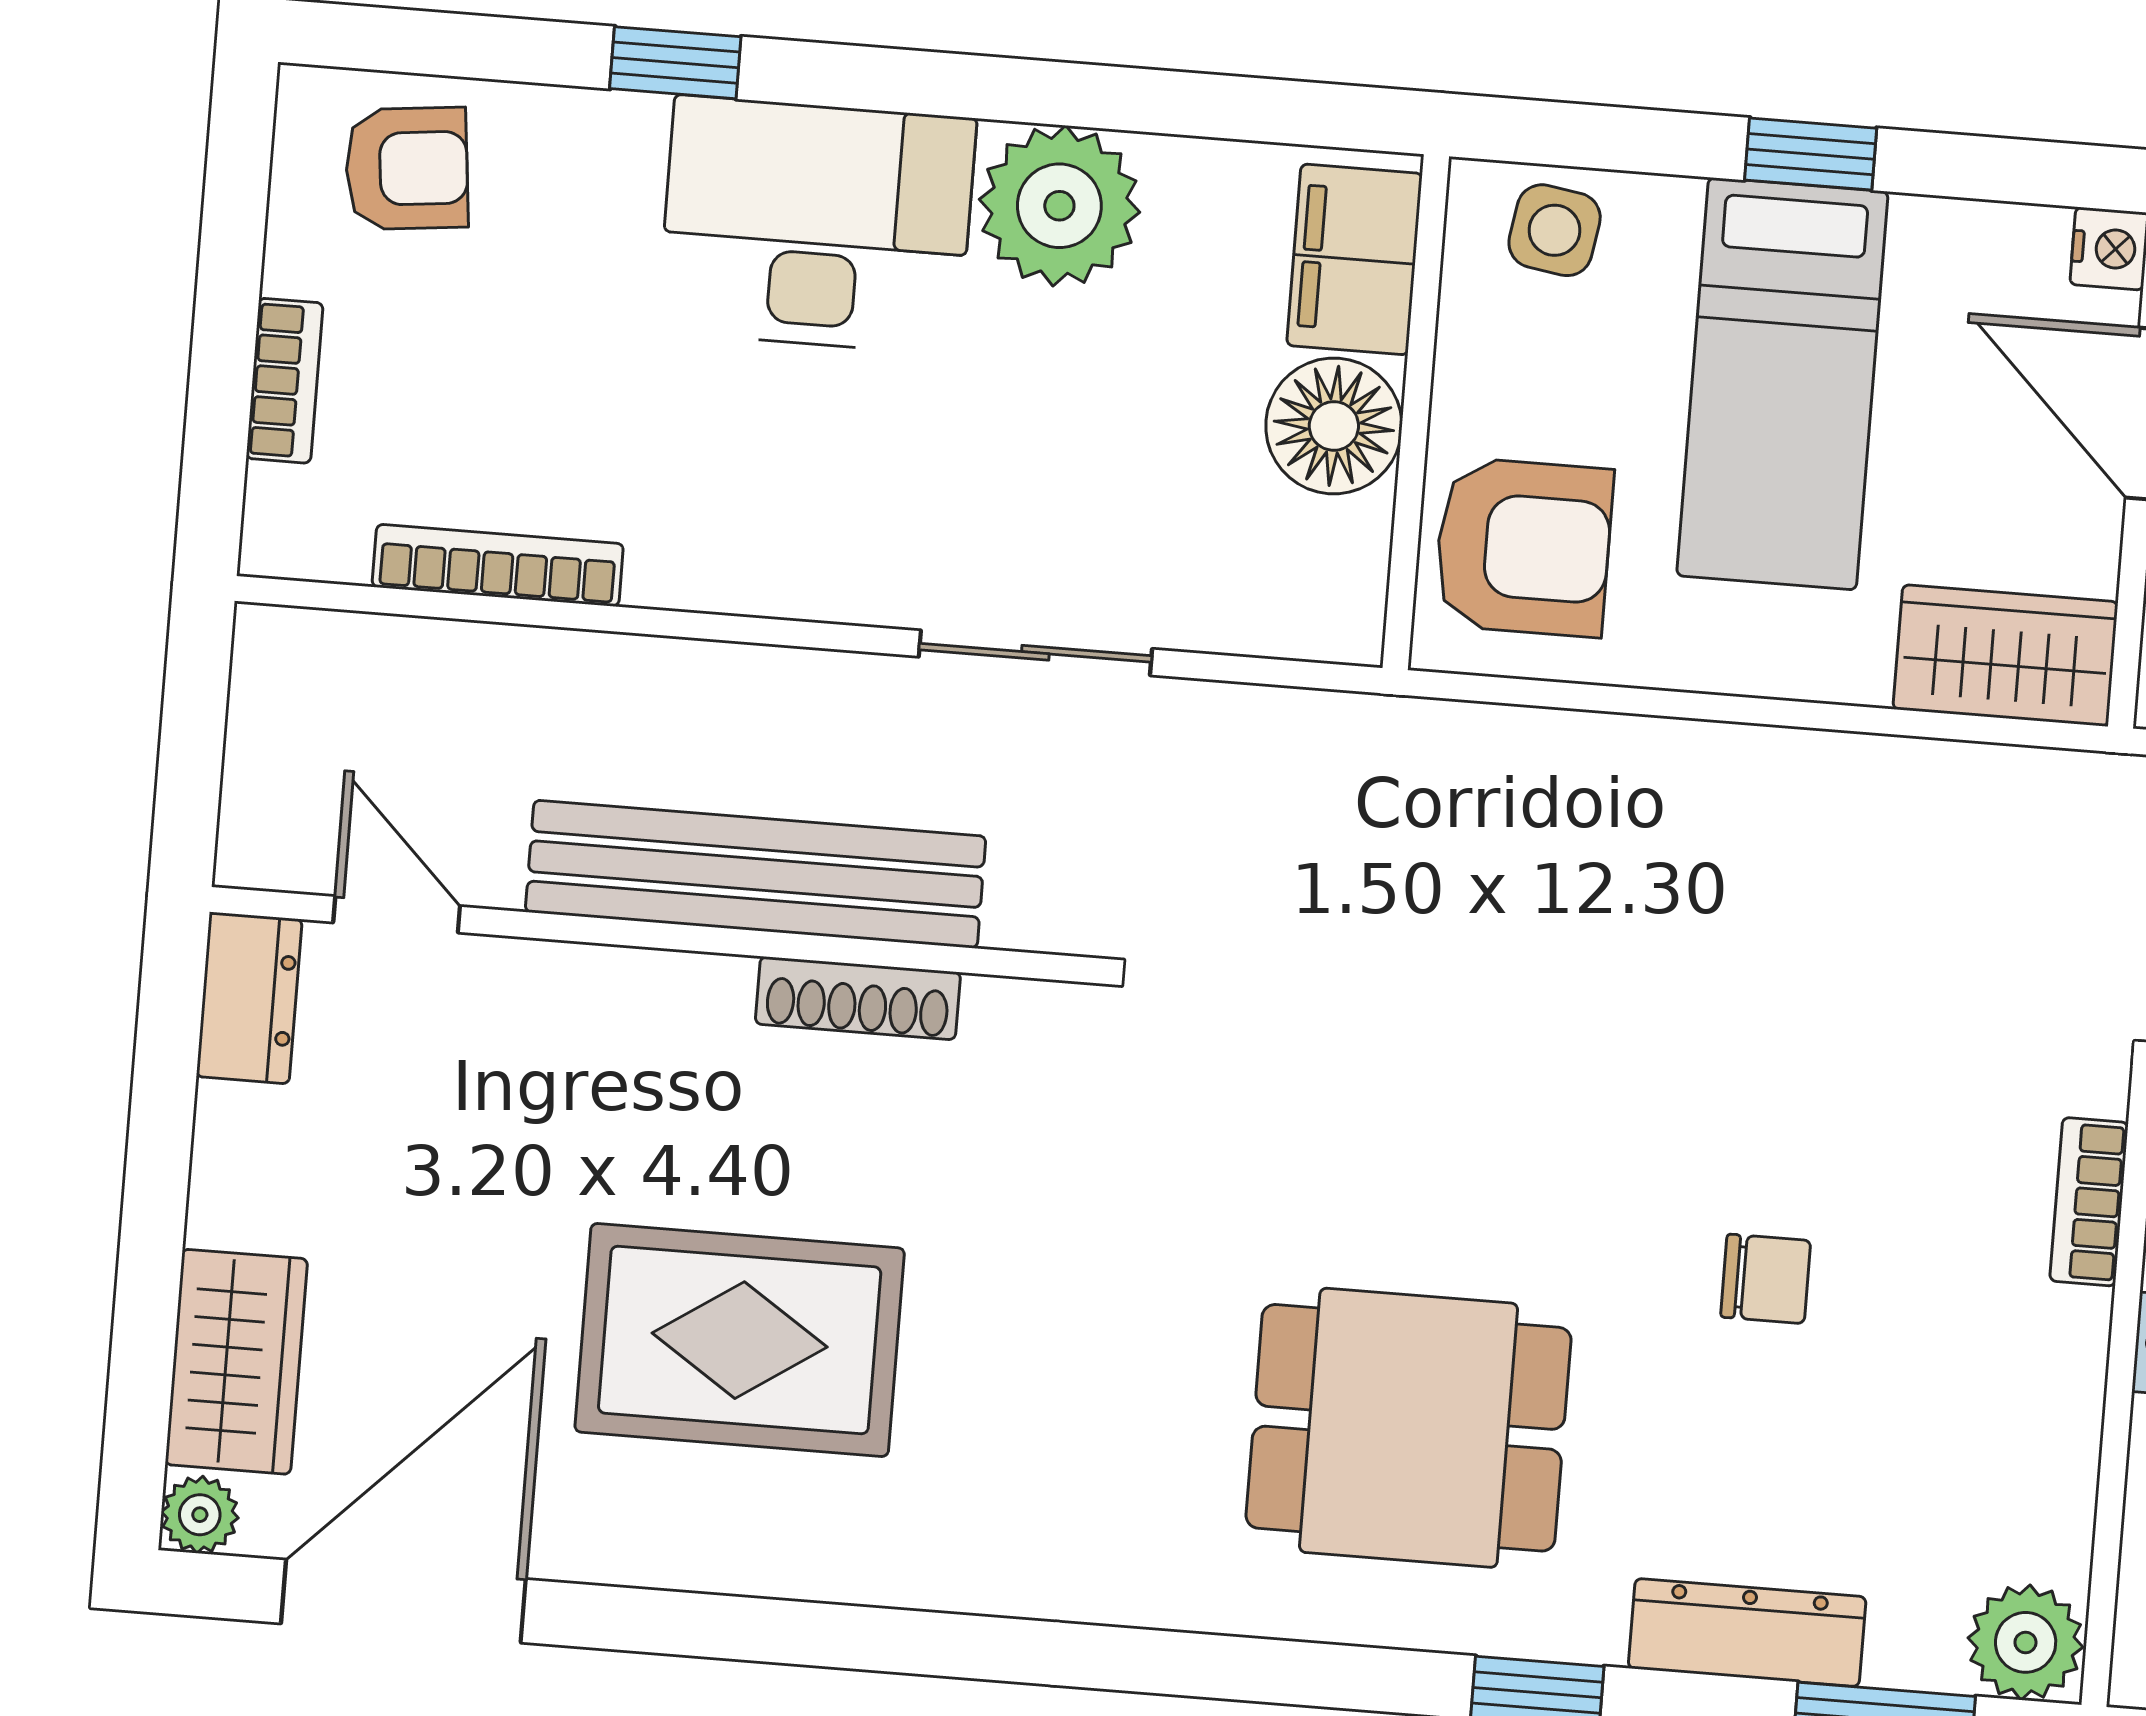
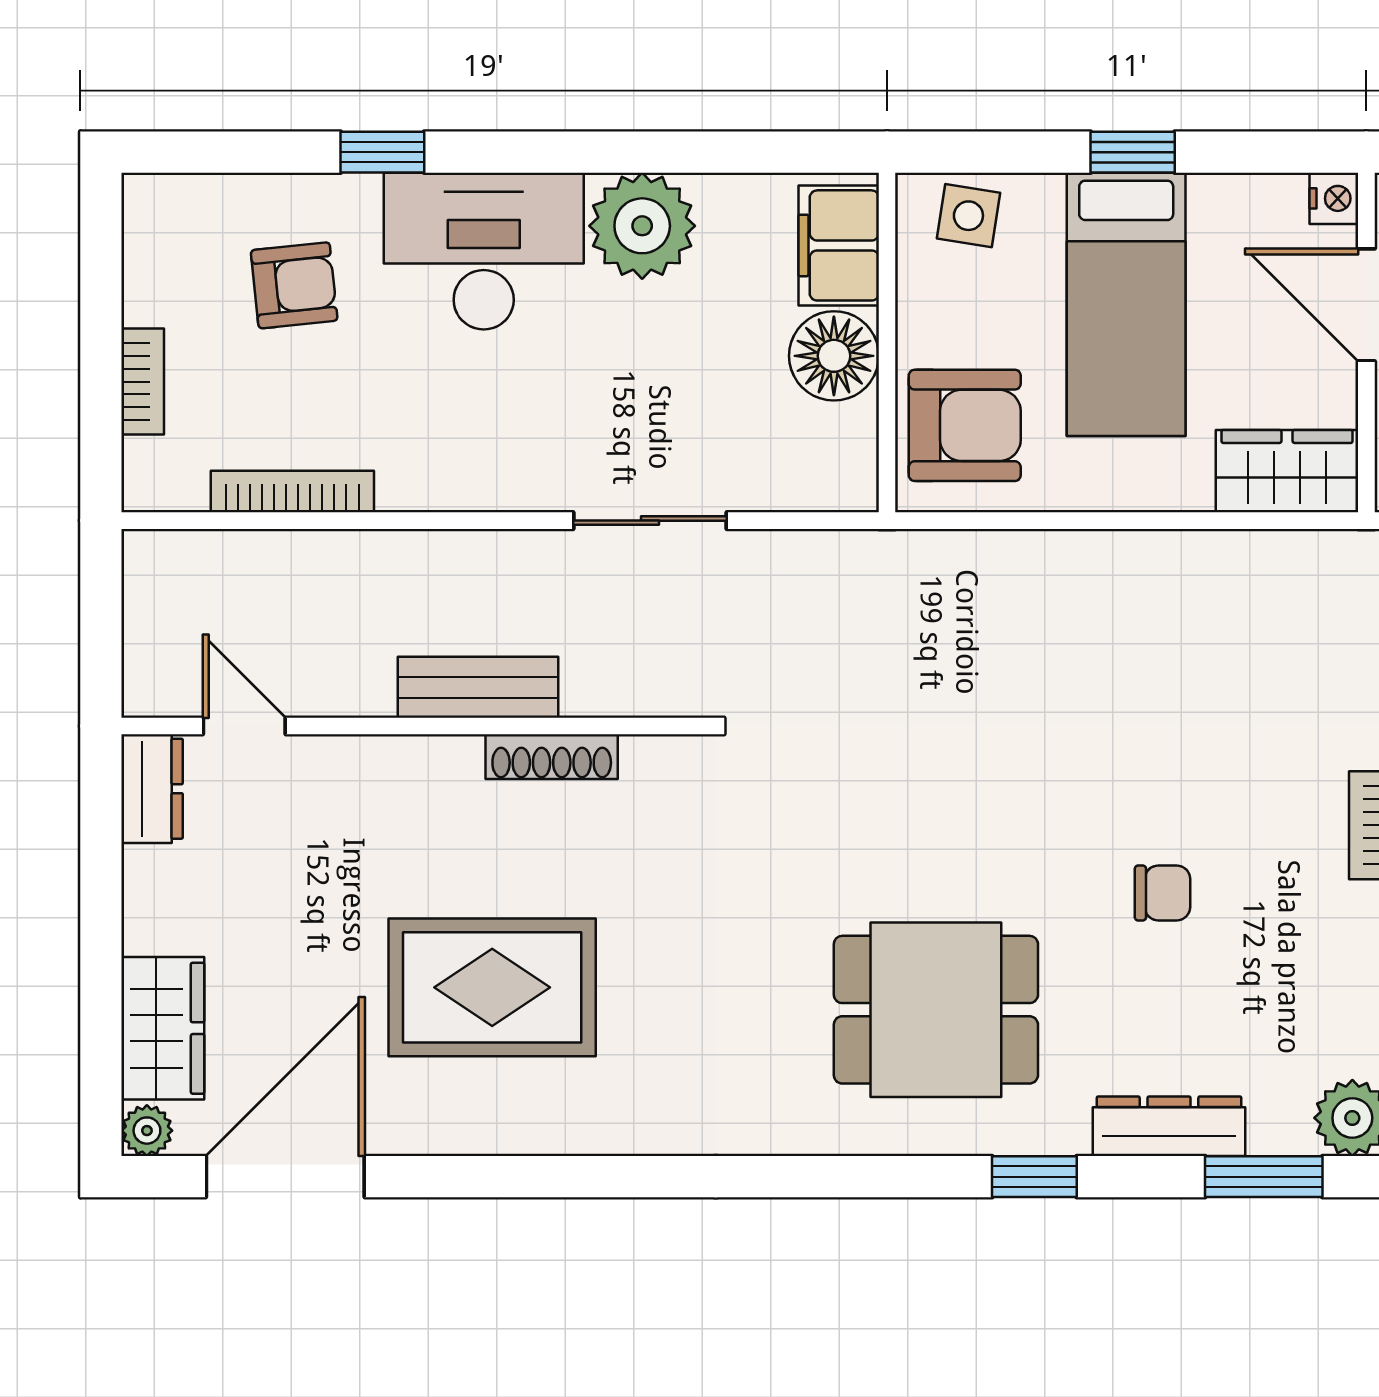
armchair: (407, 169) -> (294, 285), moved
bench: (756, 874) -> (478, 687), width x0.54, depth x0.82

